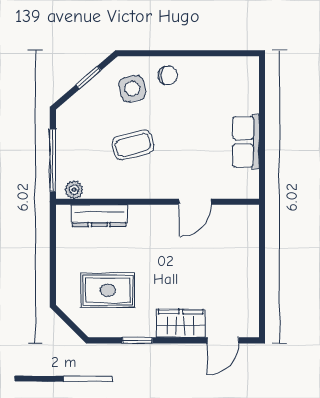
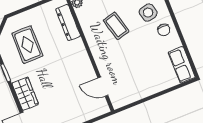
row of seats: (246, 142) -> (182, 65), moved, turned -90
door: (195, 202) -> (103, 87), moved

